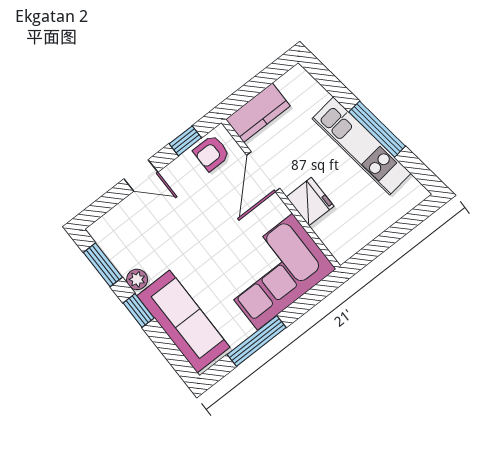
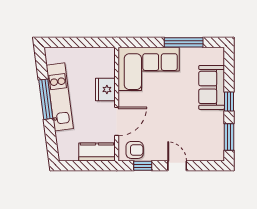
plant: (137, 279) -> (218, 117), removed
sofa: (183, 321) -> (212, 87), width x0.73

